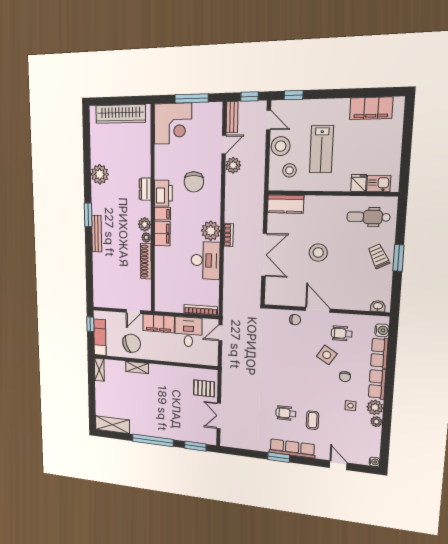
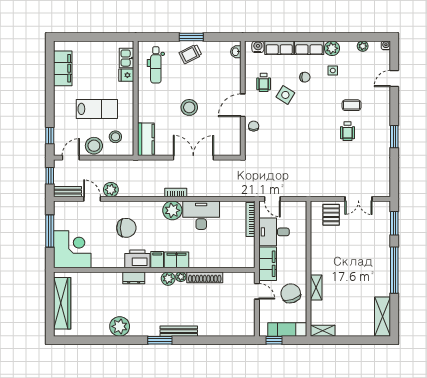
plant: (376, 422) -> (363, 46), moved
row of seats: (292, 448) -> (383, 124), removed

